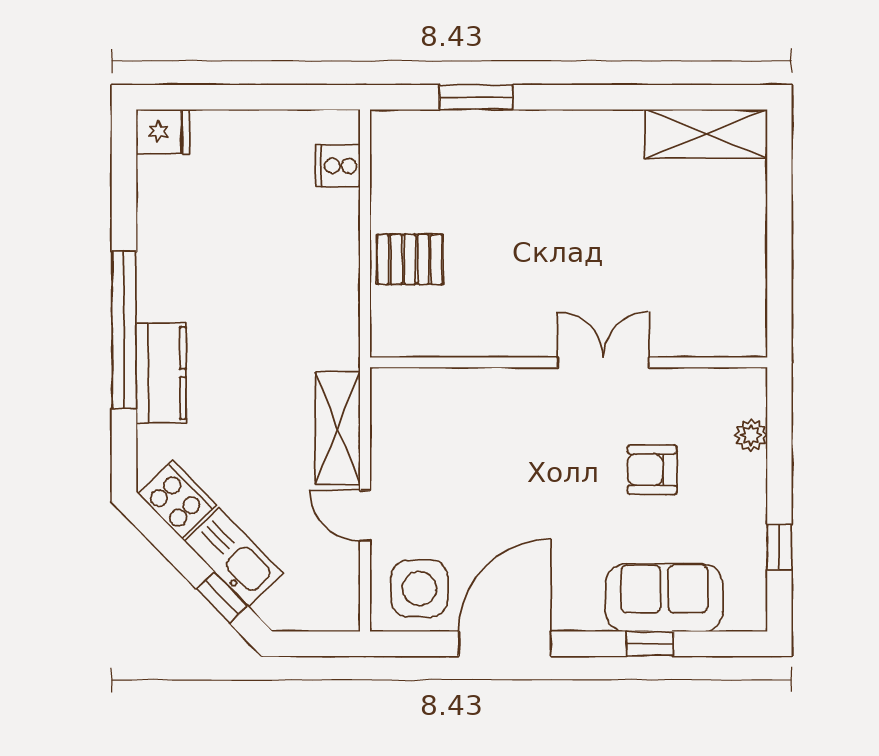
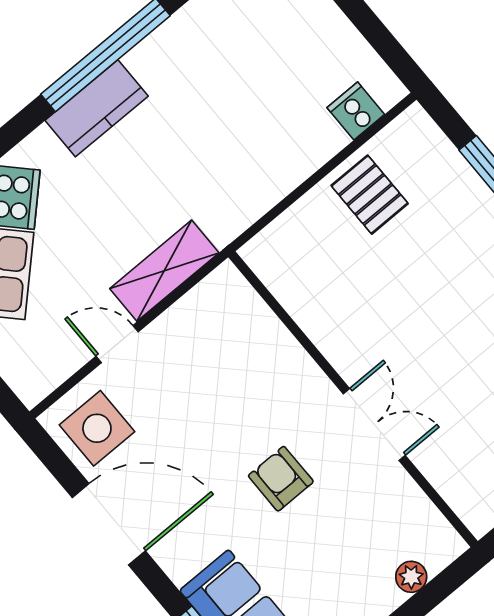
pallet: (410, 259) -> (370, 195), moved
armchair: (652, 470) -> (281, 479), moved
door: (365, 515) -> (117, 344), hinge flipped

